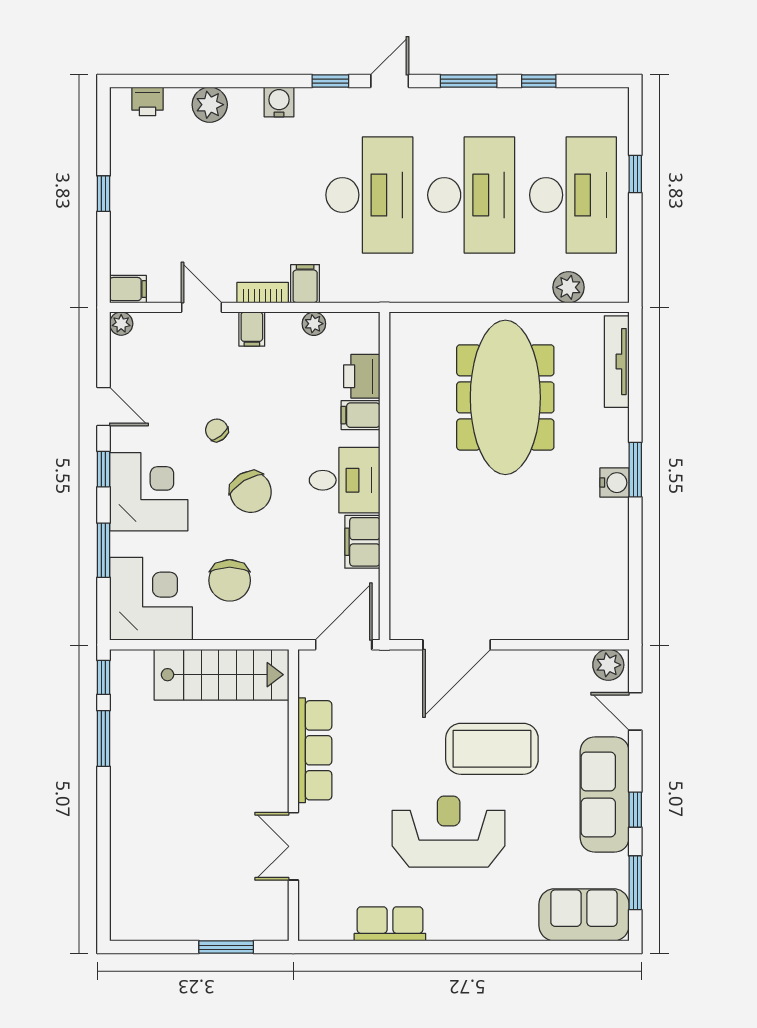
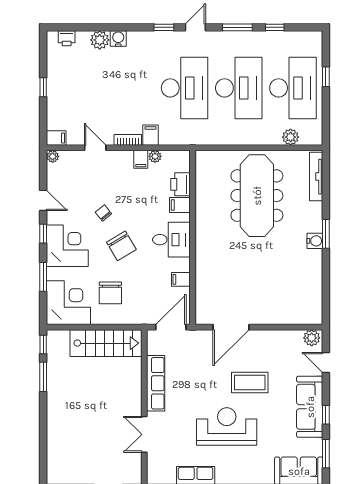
water cooler: (279, 102) -> (118, 39), moved
filing cabinet: (252, 329) -> (141, 159), moved
filing cabinet: (362, 542) -> (181, 279), width x0.50
coffee table: (492, 749) -> (250, 382), width x0.73, depth x0.76

